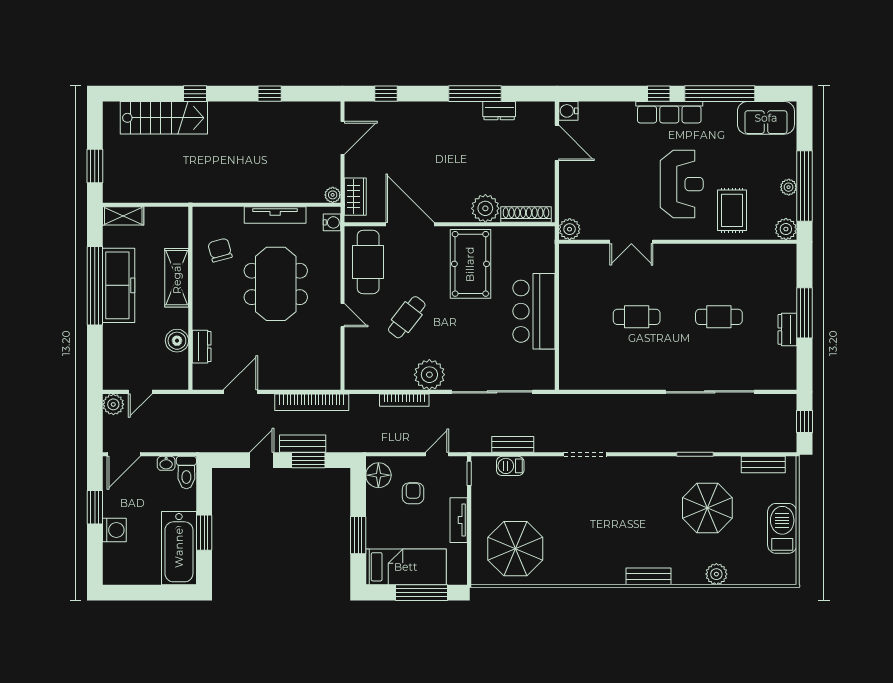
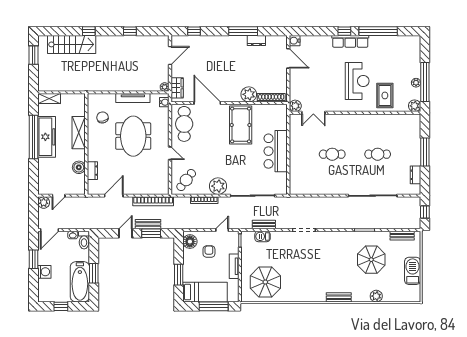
sofa: (766, 118) -> (404, 44), removed
window: (95, 166) -> (34, 55), moved
double door: (631, 242) -> (313, 113), moved
cafe table: (407, 317) -> (186, 180), moved
dresser: (787, 329) -> (415, 175), moved
window: (144, 593) -> (61, 306), added

